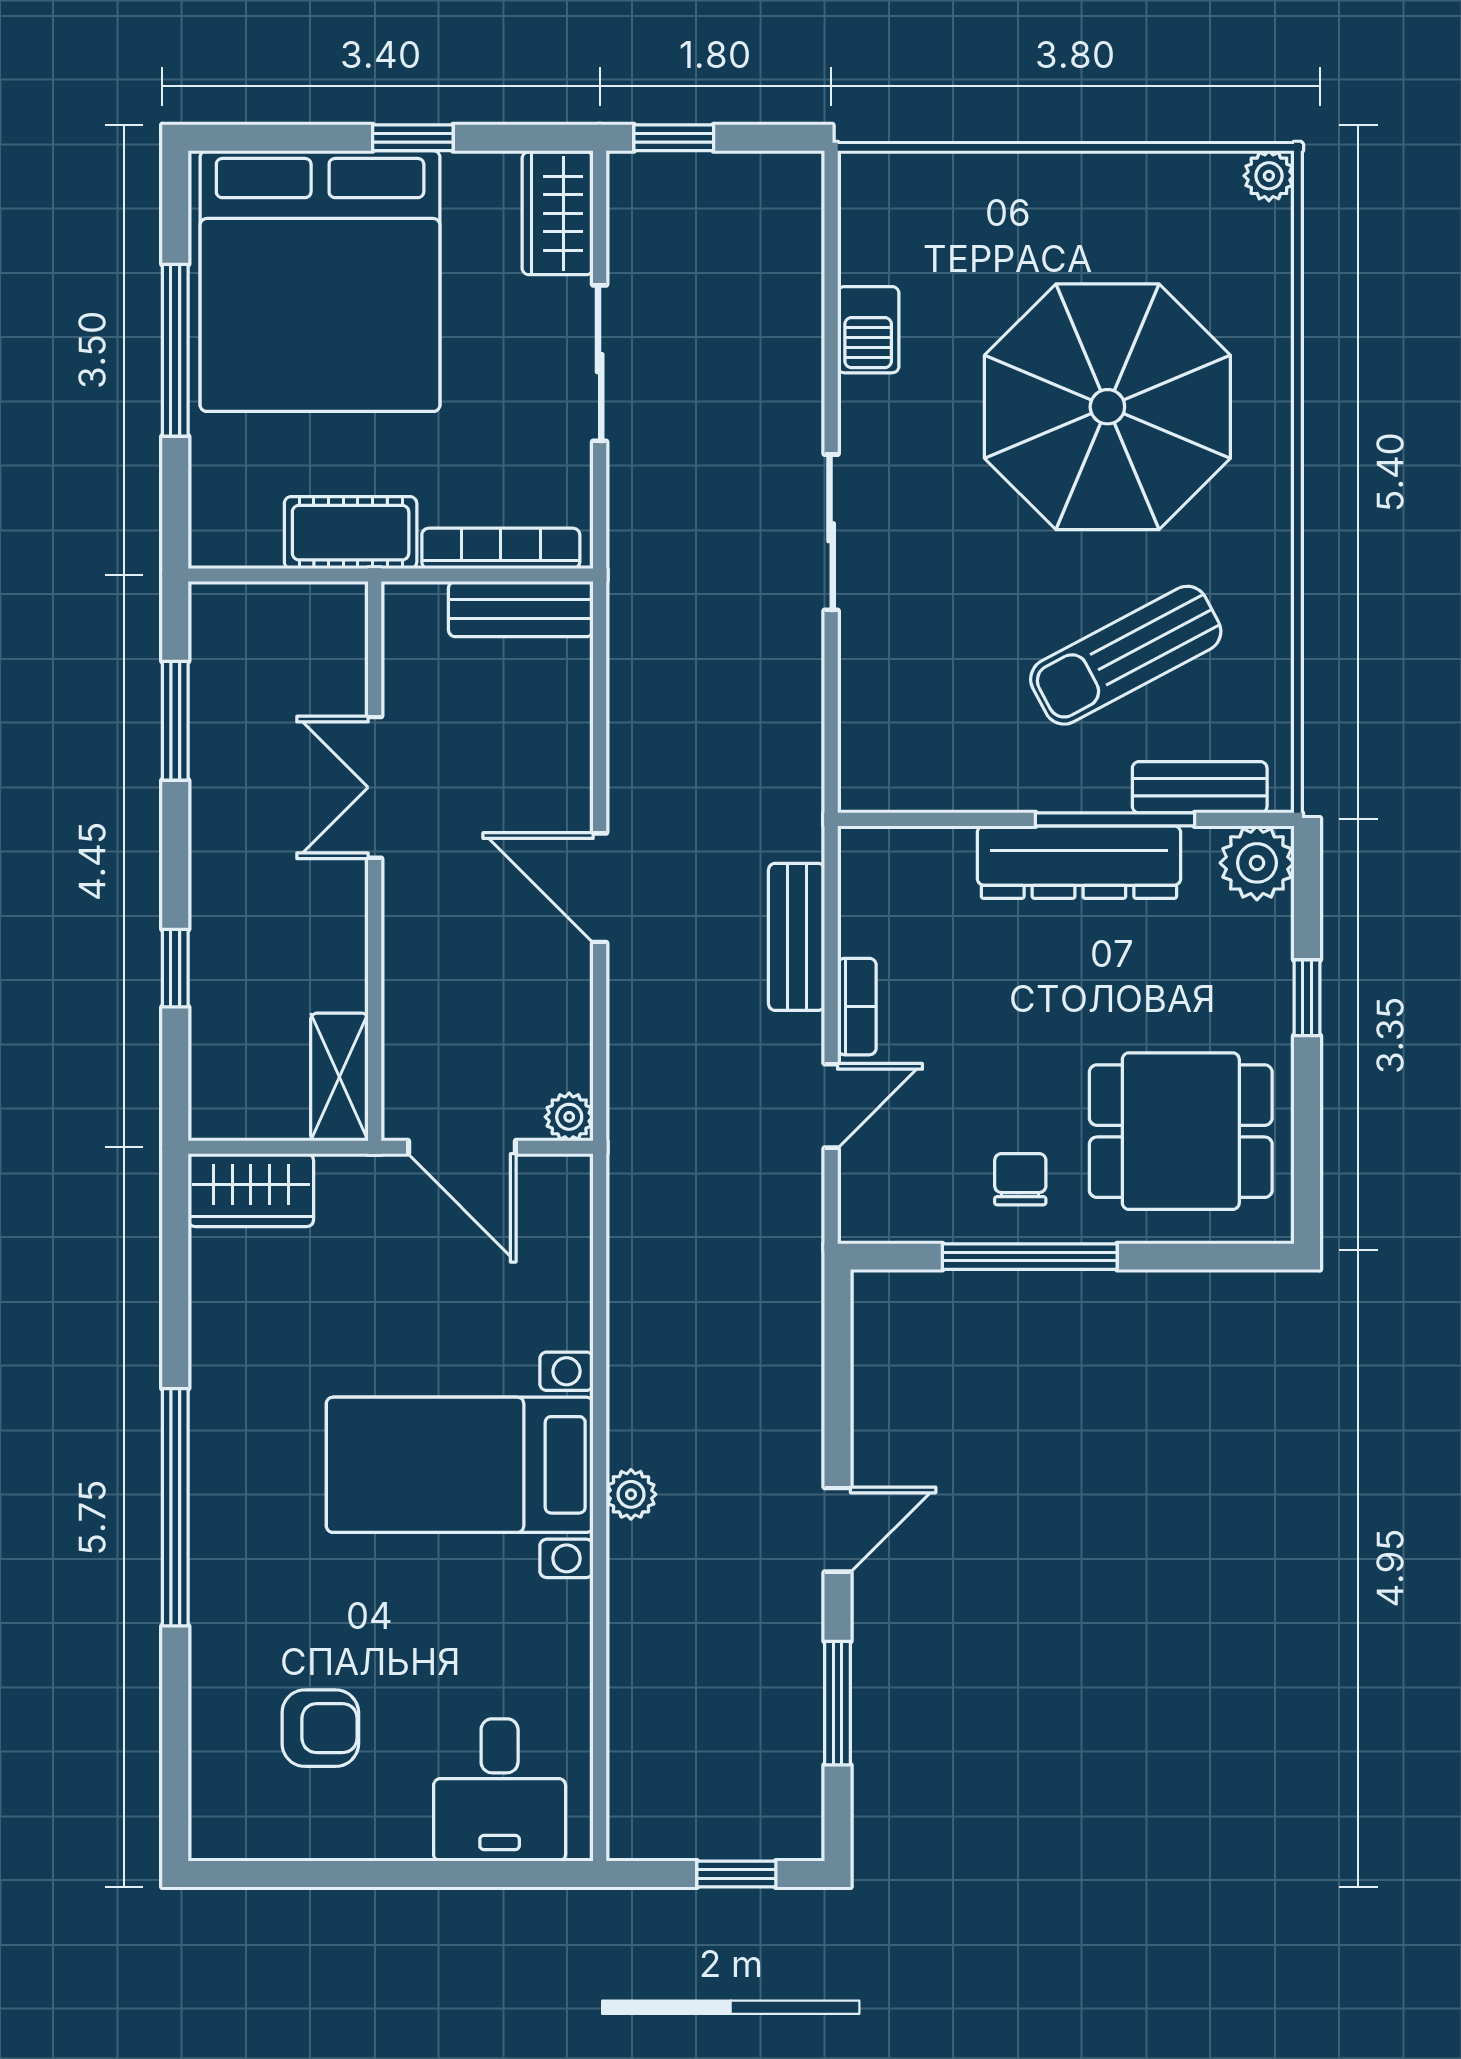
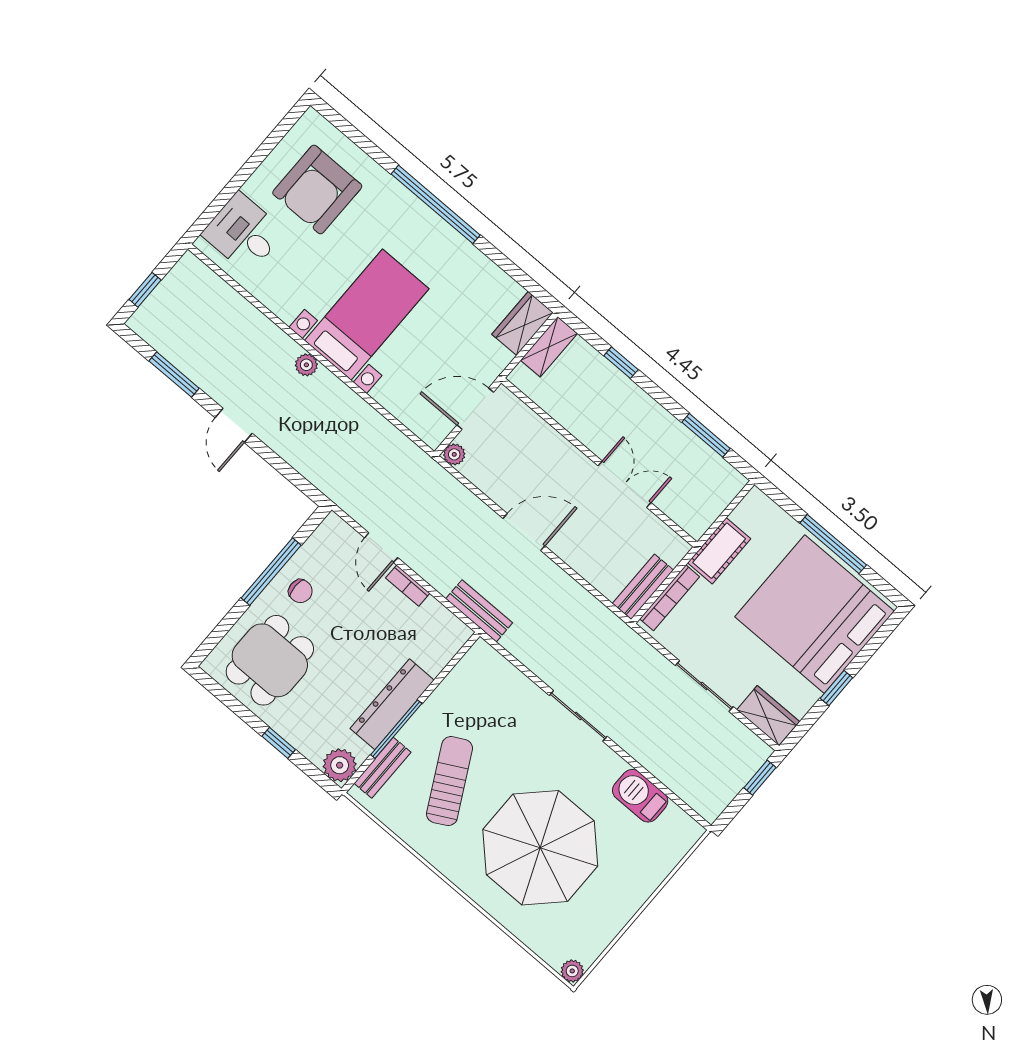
barbecue: (868, 330) -> (640, 796), width x1.38, depth x1.27
bench: (797, 937) -> (479, 611), moved
shelving: (339, 1077) -> (549, 347), moved, turned 90
armchair: (320, 1728) -> (317, 189), width x1.88, depth x1.88

